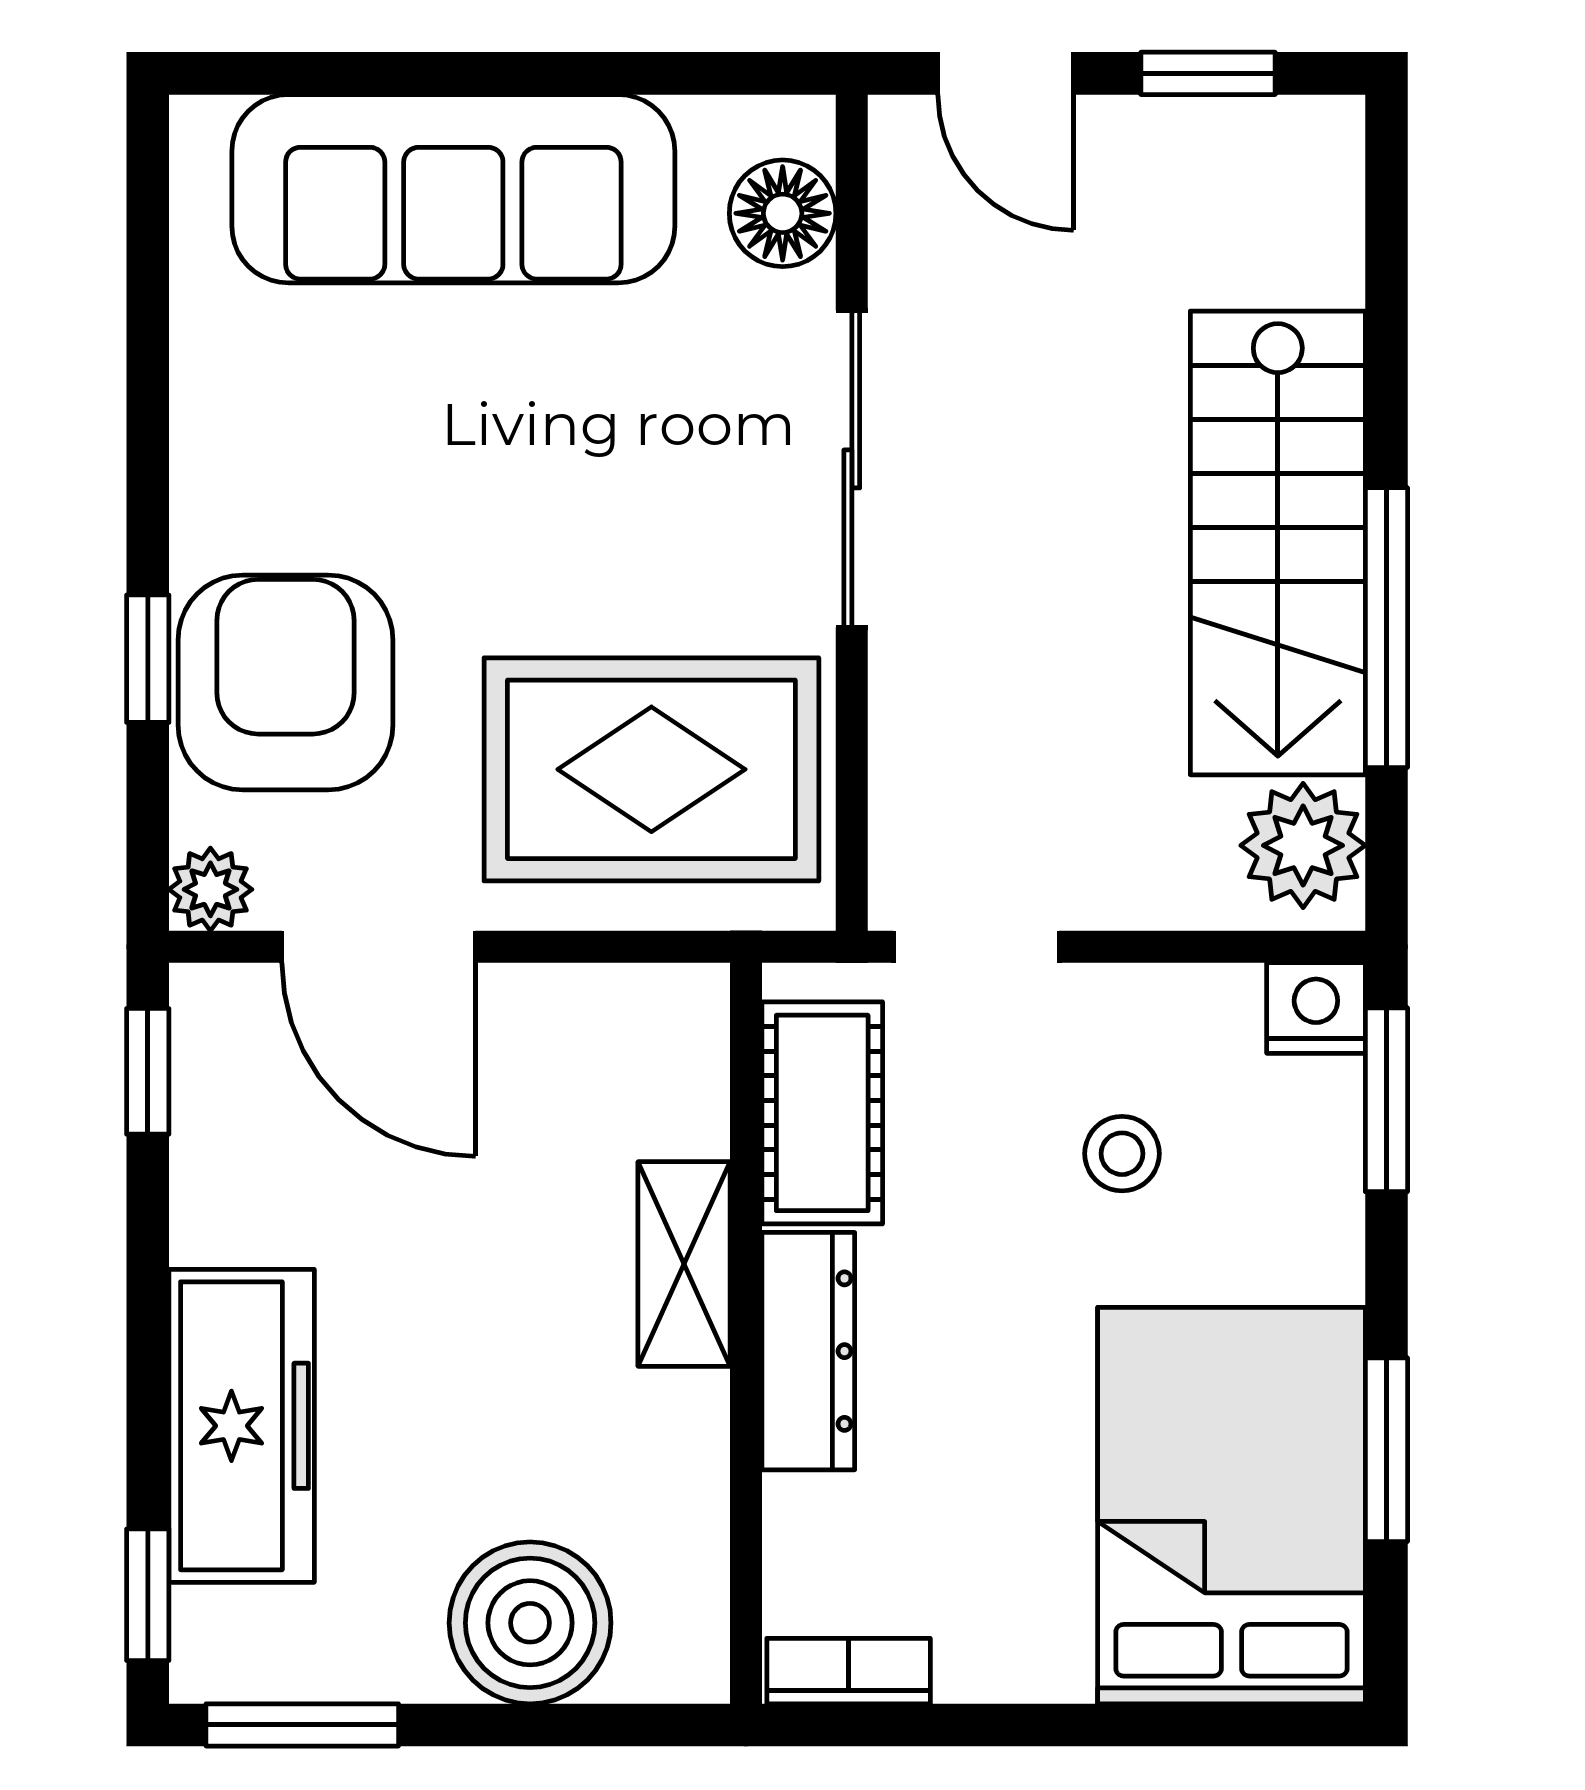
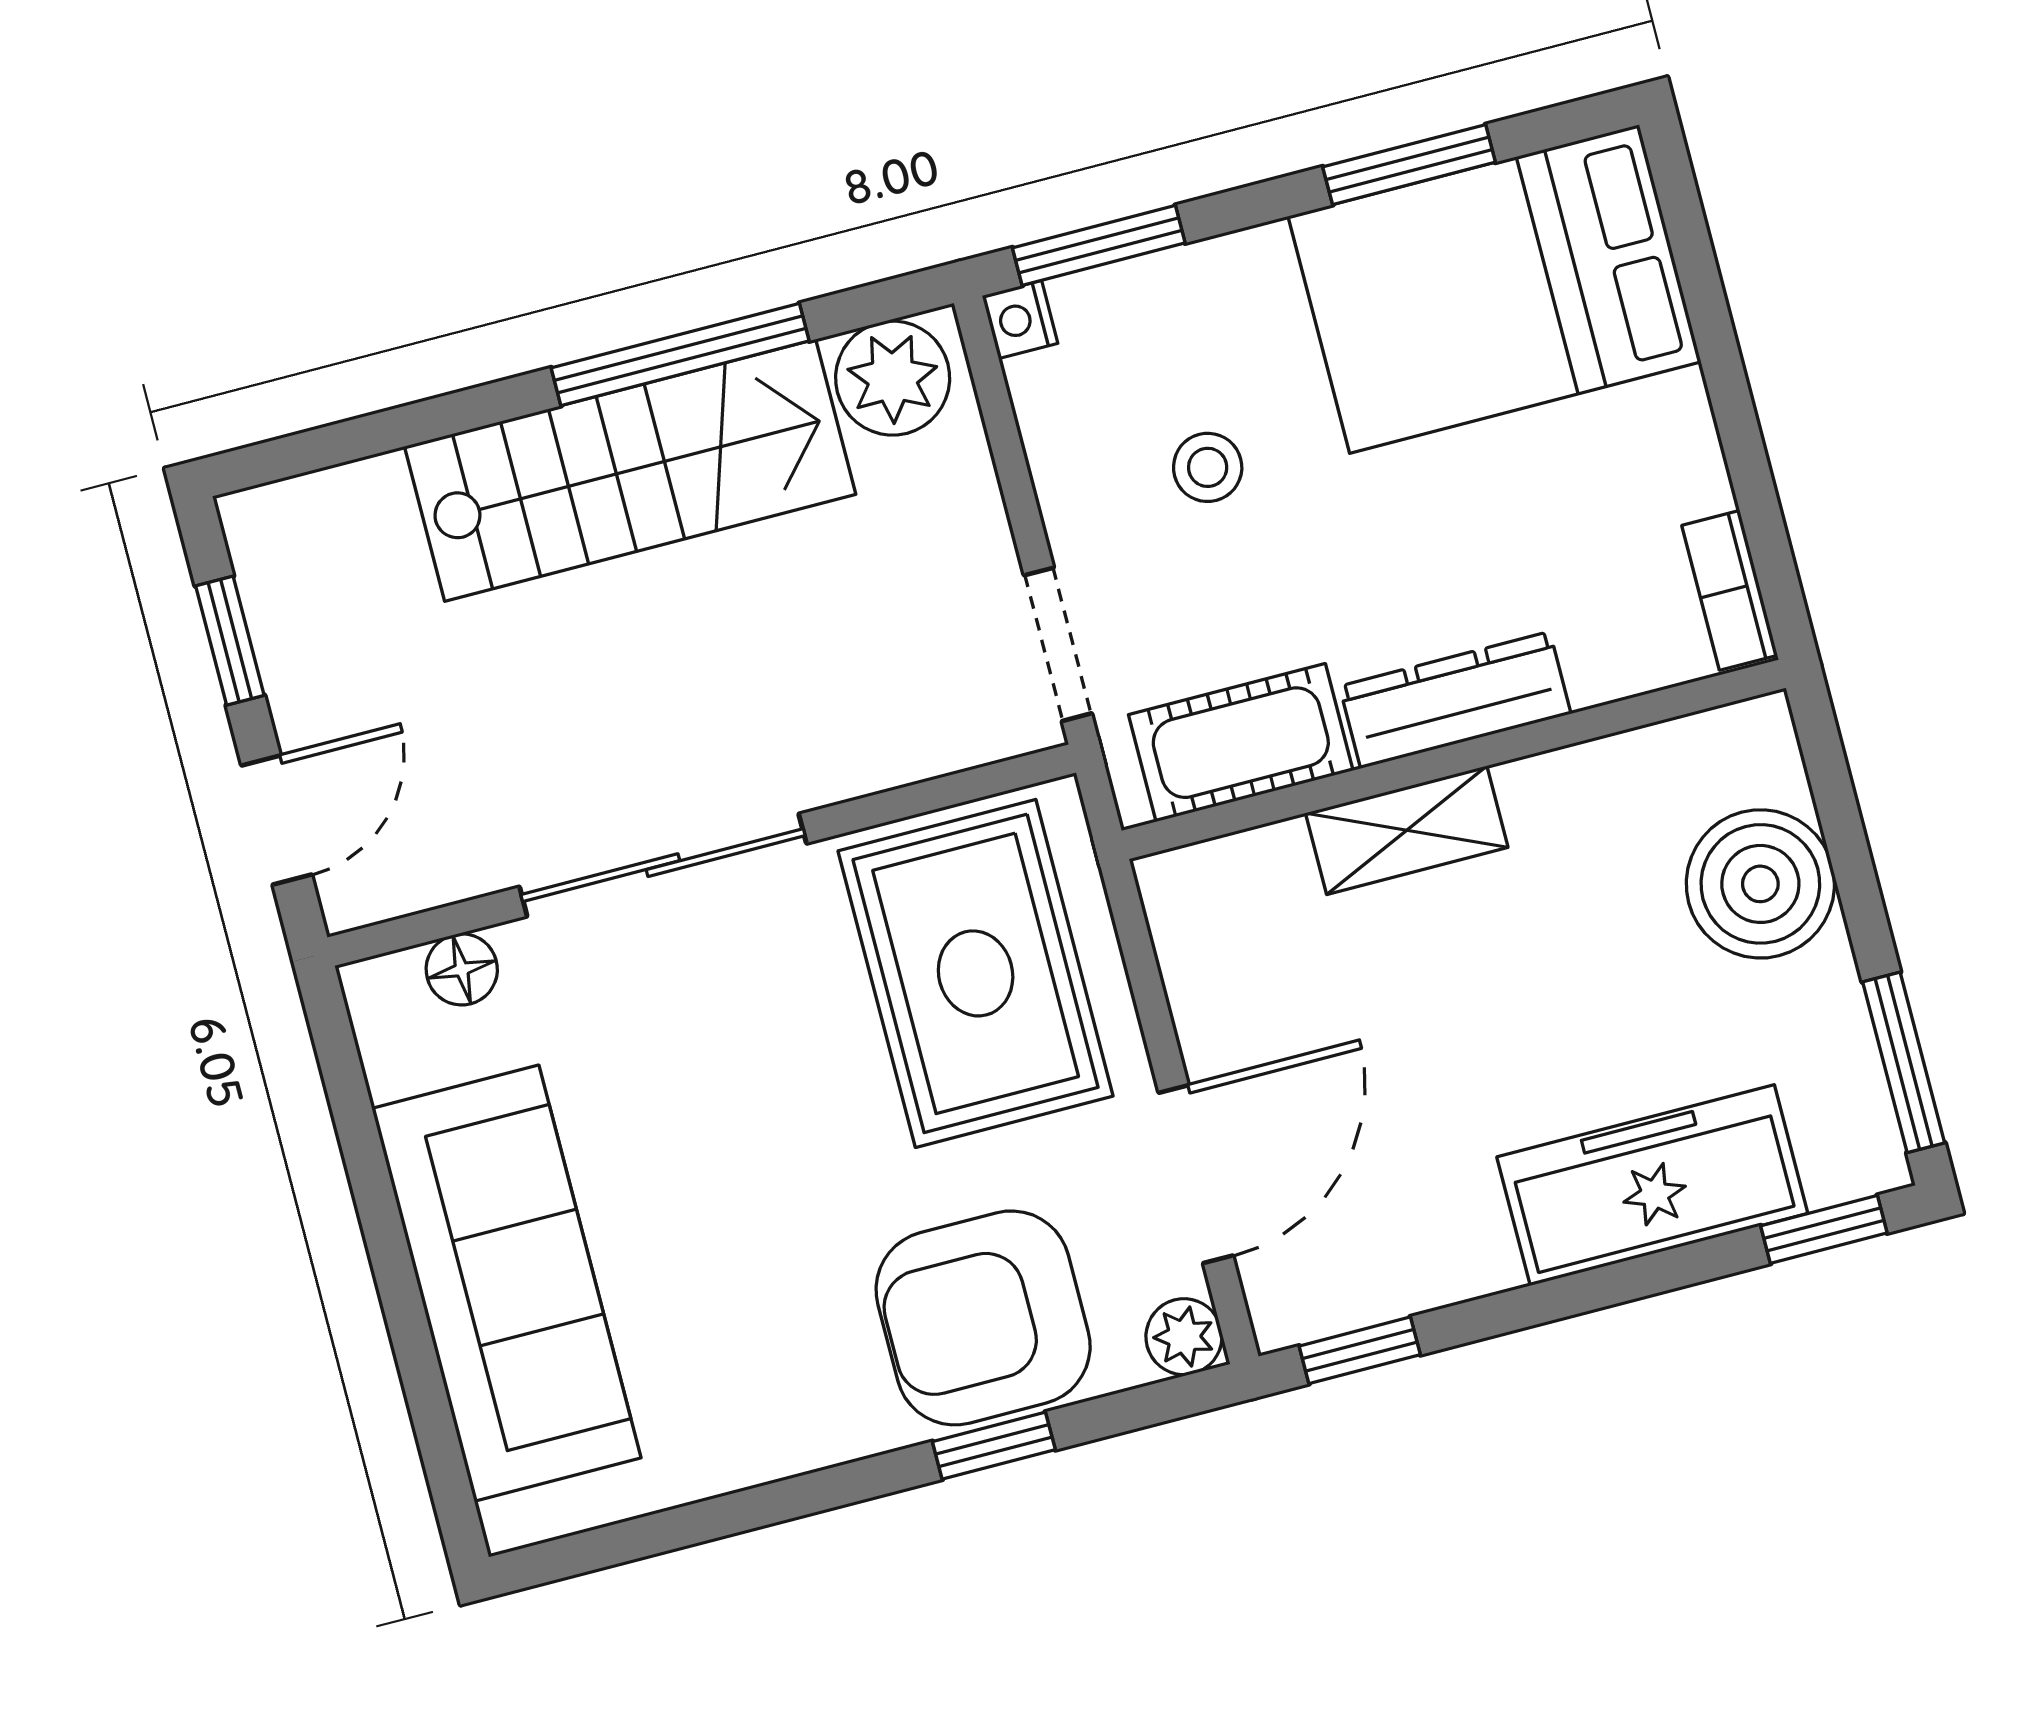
floor lamp: (783, 213) -> (462, 969), width x0.73, depth x0.73
nightstand: (1316, 1008) -> (1020, 320), width x0.72, depth x0.74

